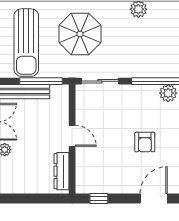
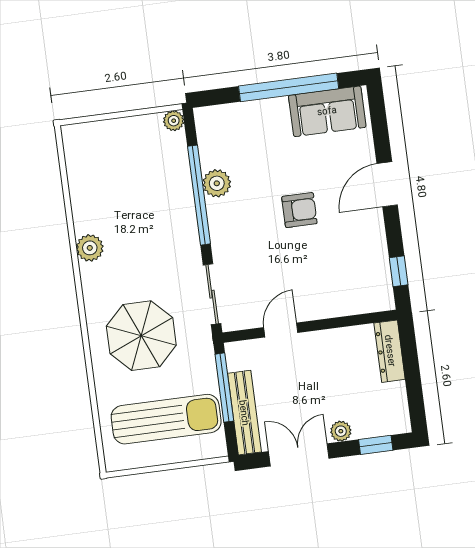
door: (72, 136) -> (281, 330), moved
dresser: (62, 171) -> (390, 351), moved, turned 90
door: (154, 199) -> (387, 184), hinge flipped

